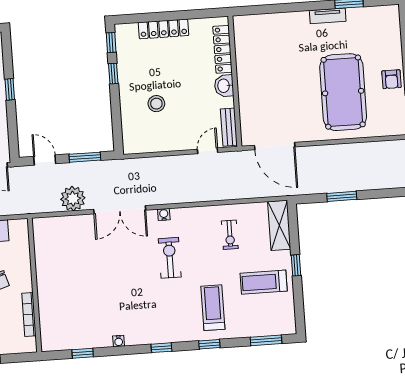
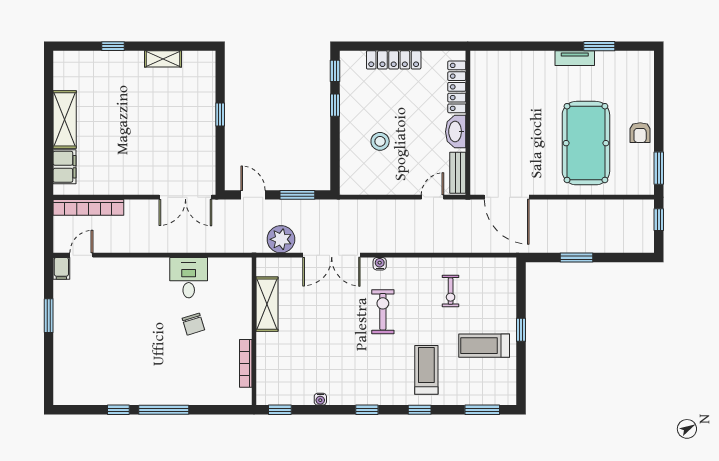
washbasin: (224, 86) -> (456, 132), width x1.38
shelving: (279, 225) -> (267, 304), moved
wall: (34, 285) -> (254, 331), moved
bookcase: (29, 315) -> (246, 363), moved

